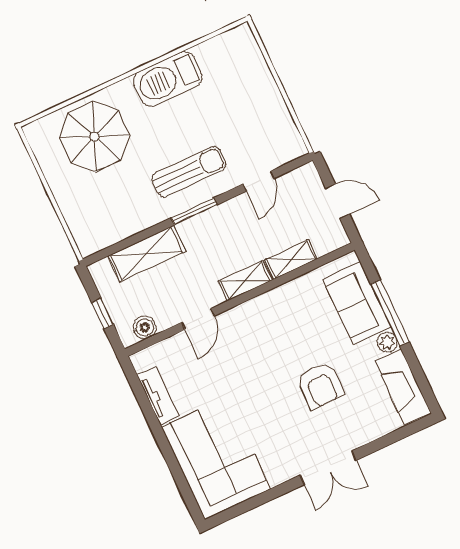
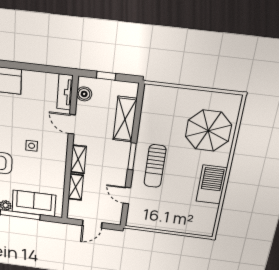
side table: (265, 356) -> (32, 146), added
tv unit: (158, 396) -> (65, 92), moved, turned 90

